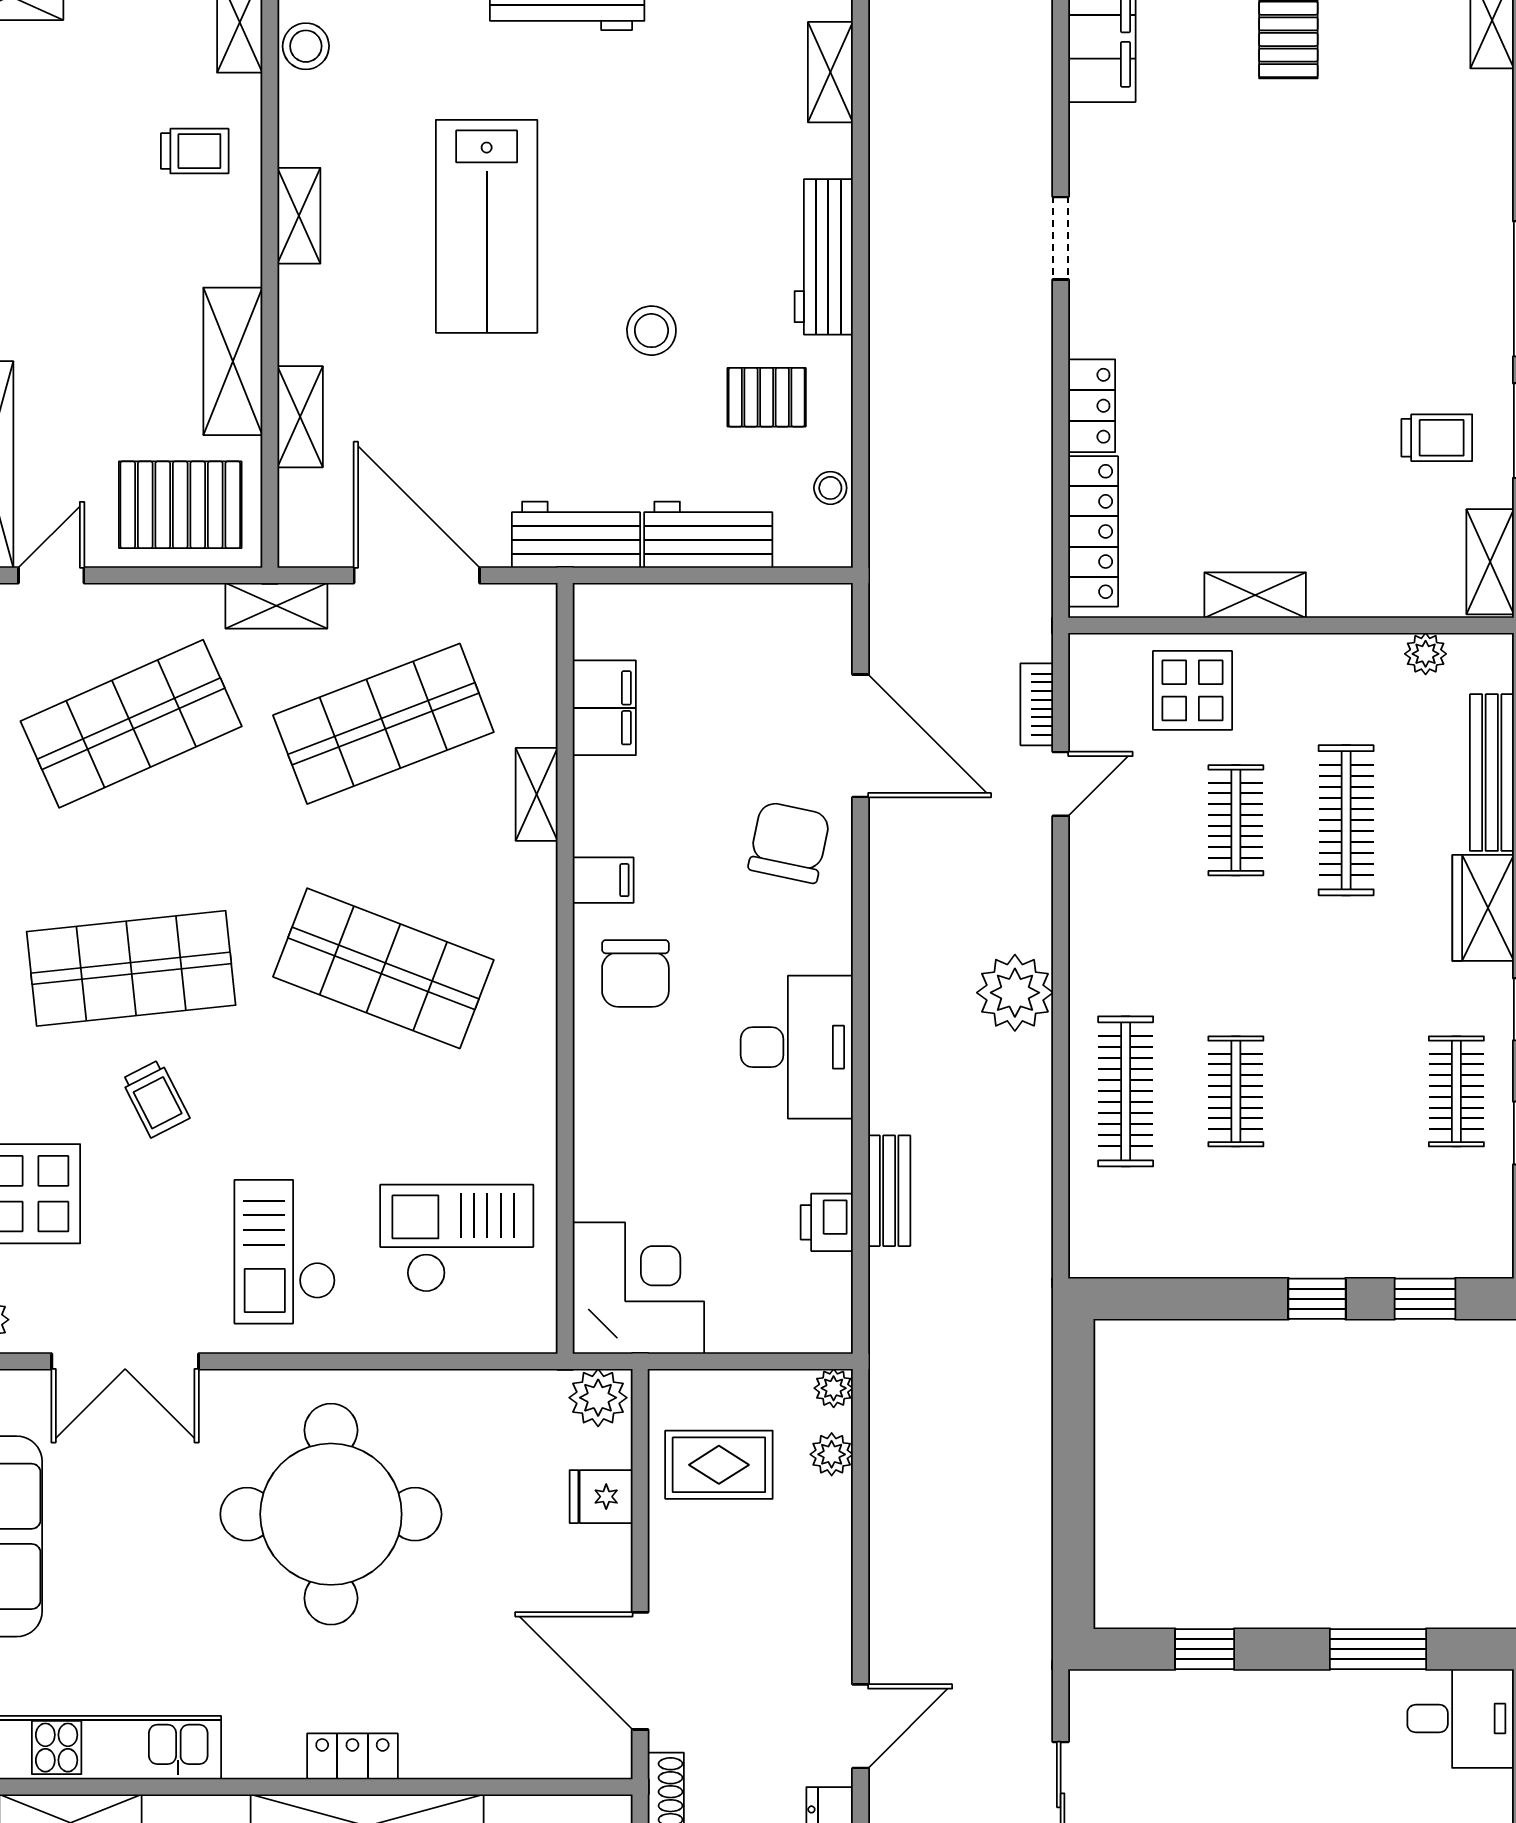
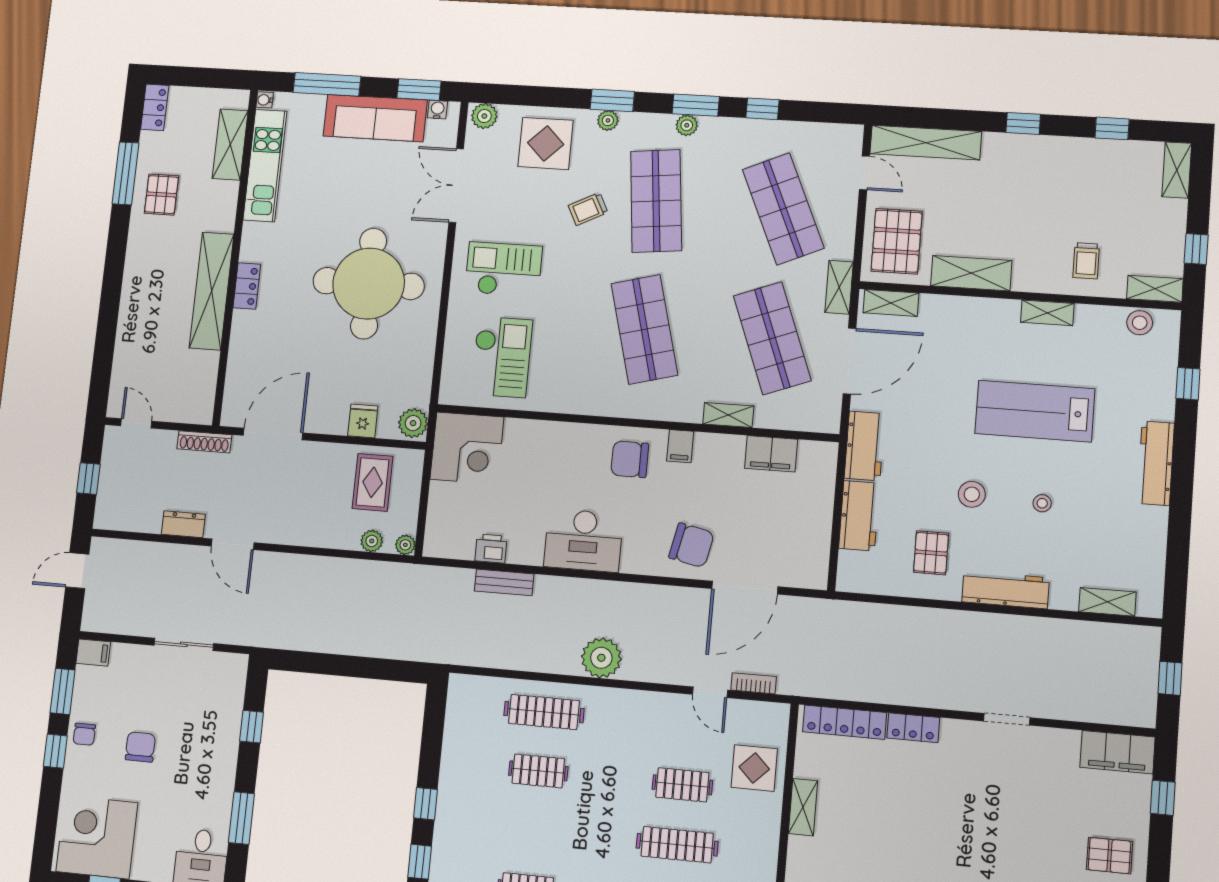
shelving: (300, 417) -> (891, 303), moved
stool: (830, 488) -> (1042, 503), moved
shop shelf: (383, 968) -> (644, 329), turned -36

